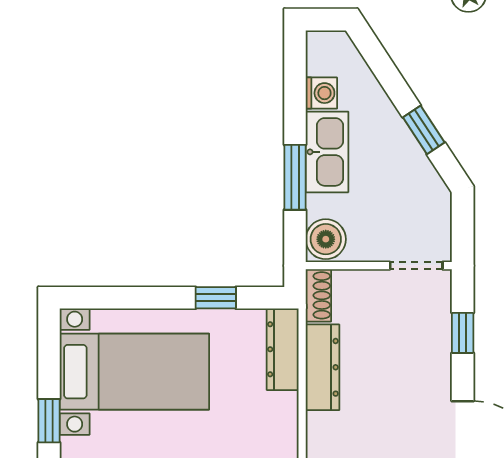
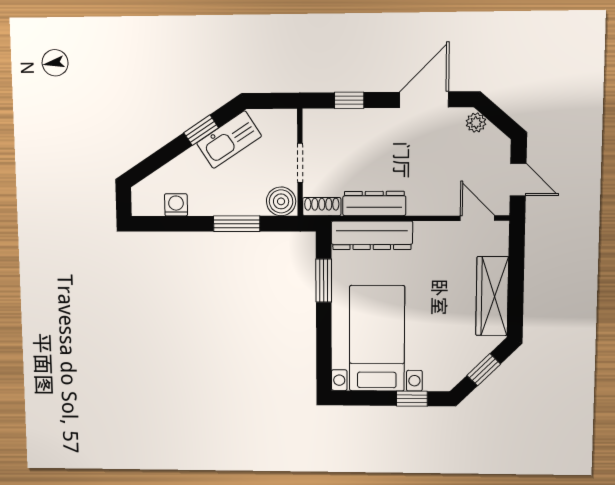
kitchen sink: (327, 152) -> (229, 140), moved, turned 147
doorway: (416, 266) -> (300, 163), moved
window: (216, 298) -> (324, 281), width x1.50
dresser: (283, 349) -> (372, 235), width x1.37, depth x1.24

